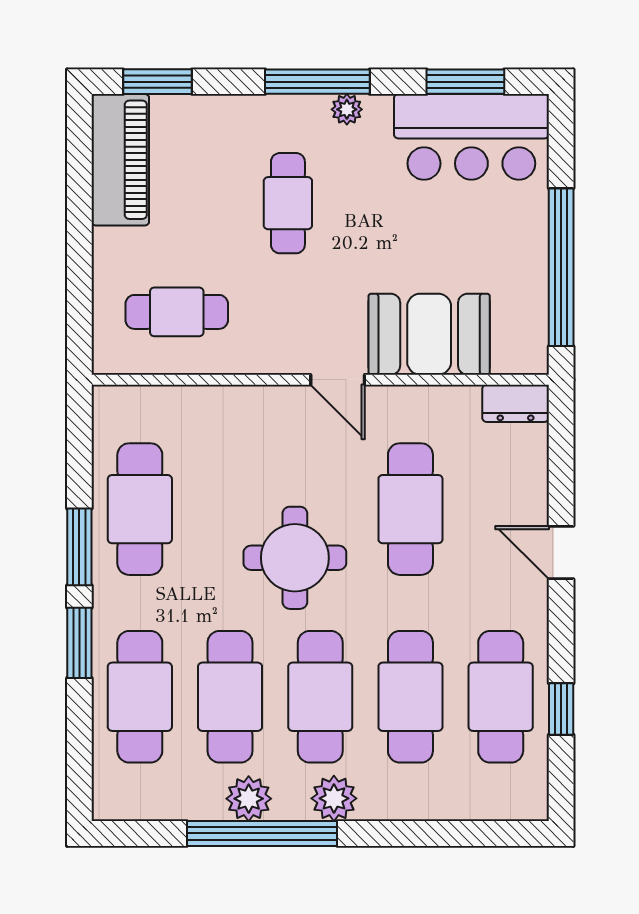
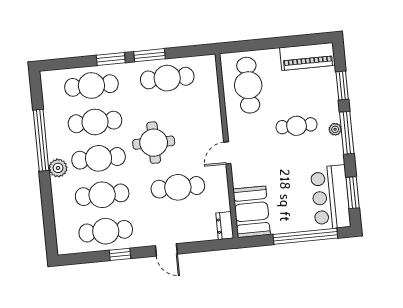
window: (157, 82) -> (342, 86), moved
plant: (347, 109) -> (335, 129), moved
window: (561, 267) -> (305, 236), moved
cafe table: (177, 312) -> (248, 85), width x1.37, depth x1.35
booth: (429, 334) -> (252, 212), moved
door: (561, 552) -> (166, 250), swing flipped
window: (561, 709) -> (120, 254), moved
plant: (249, 799) -> (55, 134), removed

